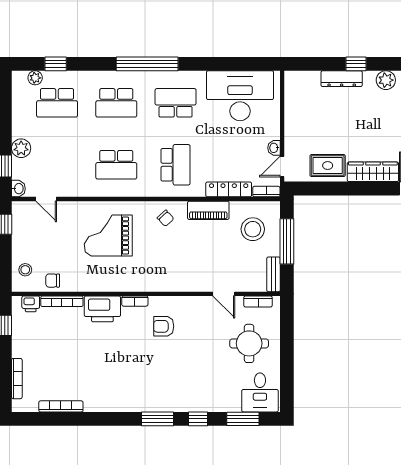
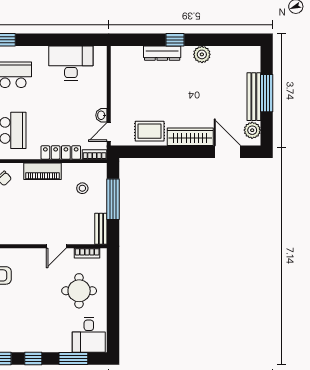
desk: (240, 96) -> (71, 63), width x0.73, depth x0.77
stool: (253, 229) -> (82, 188), width x0.53, depth x0.53
door: (224, 294) -> (56, 246), hinge flipped

